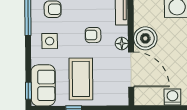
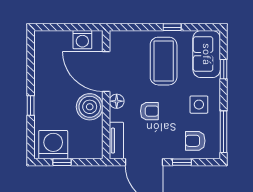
window: (28, 91) -> (224, 69), moved
washing machine: (172, 97) -> (82, 40), moved

